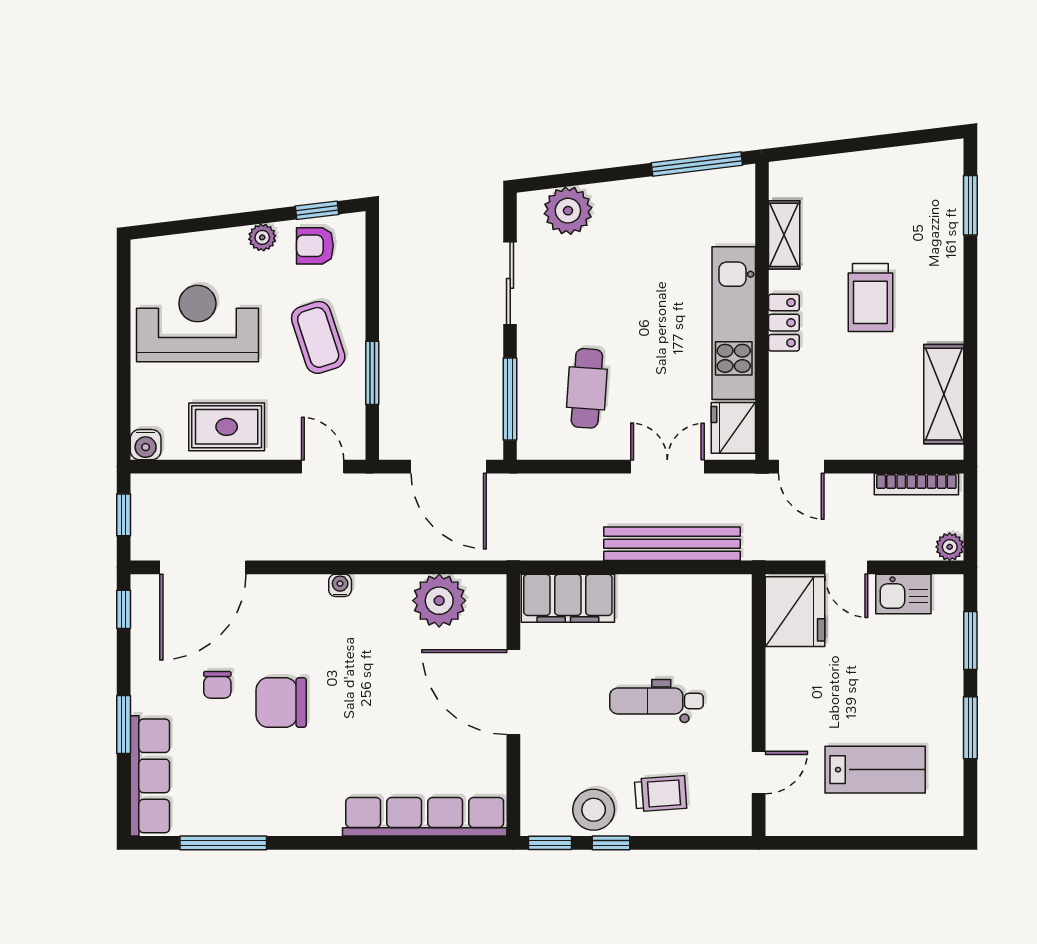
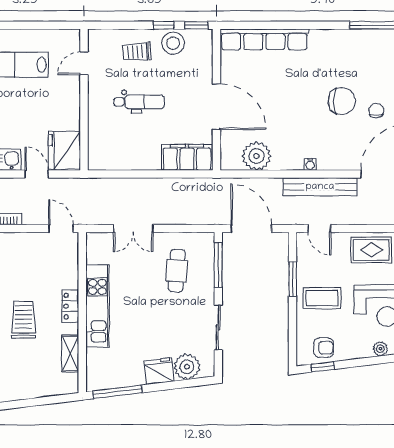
plant: (262, 237) -> (380, 349), moved
coffee table: (318, 337) -> (322, 298), turned -72
fridge: (733, 428) -> (159, 371), moved, turned -97
bench: (672, 544) -> (320, 187), moved

